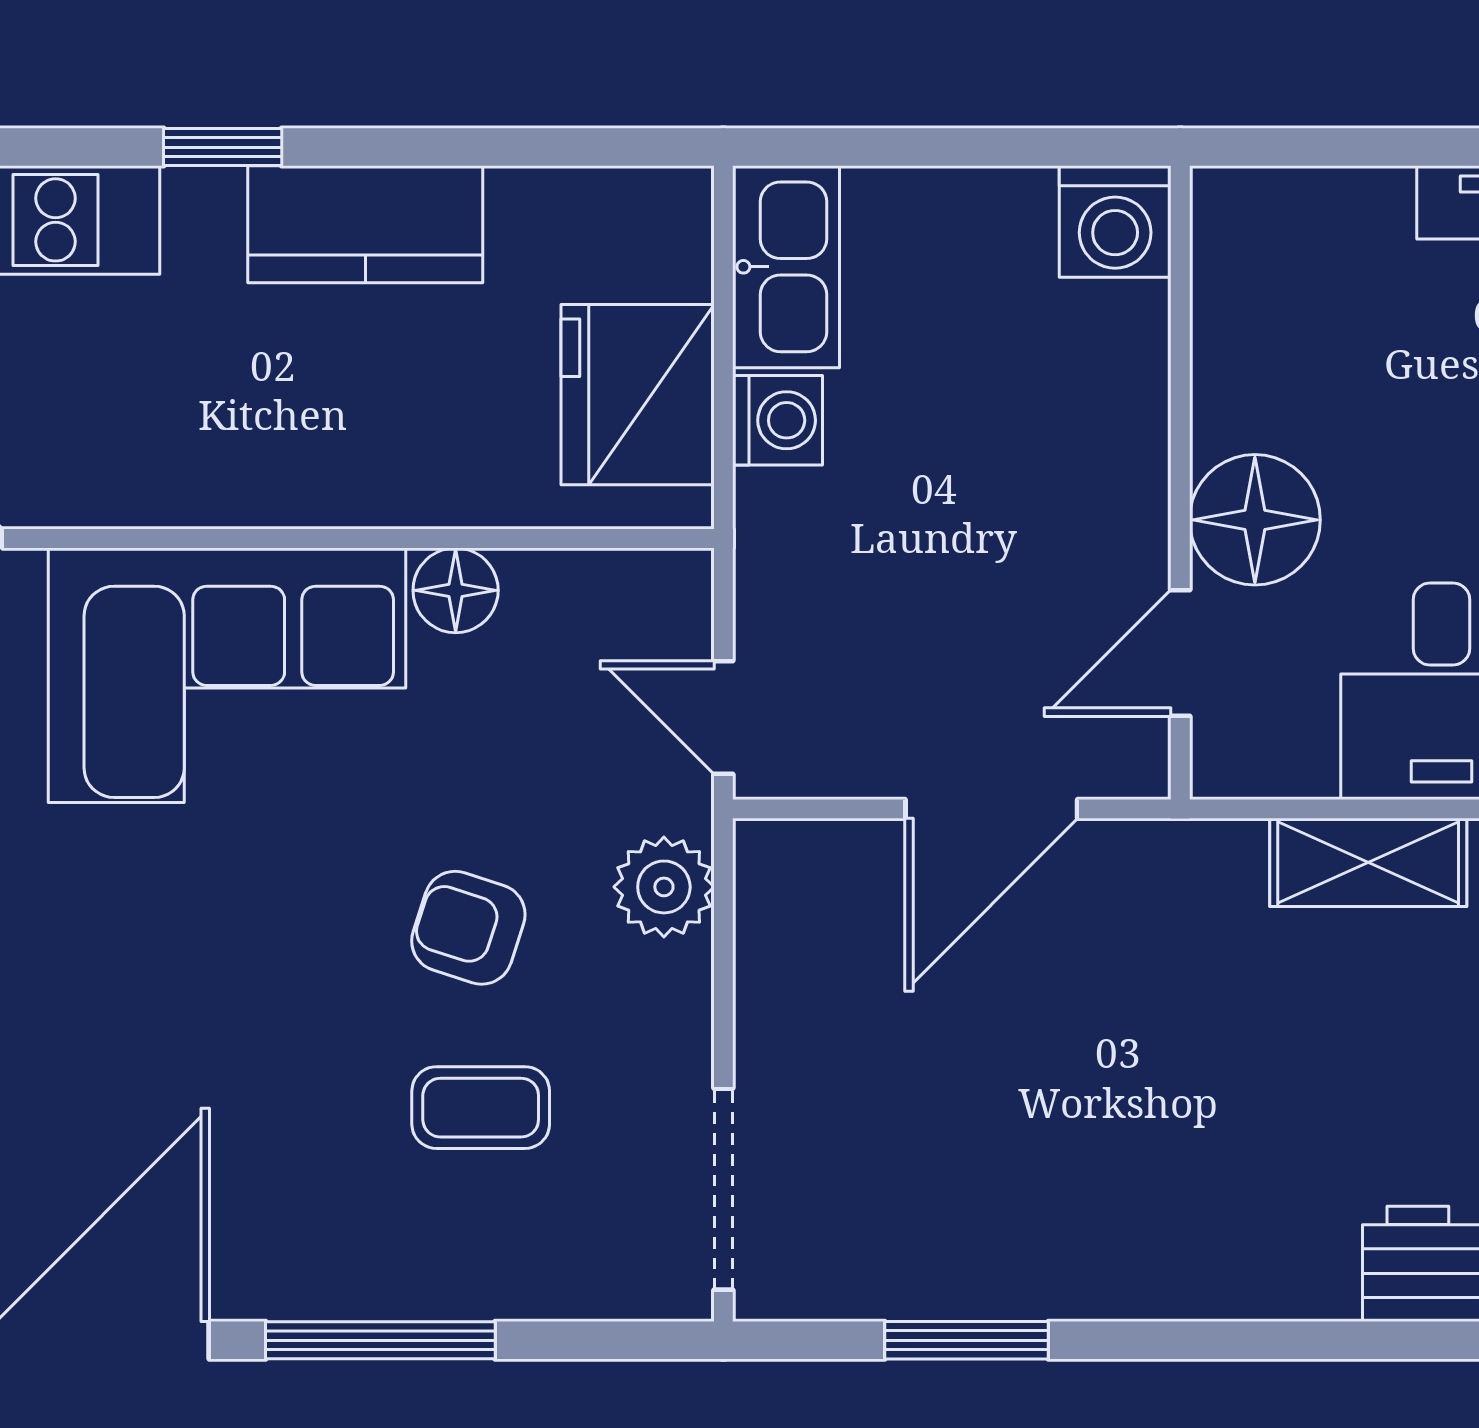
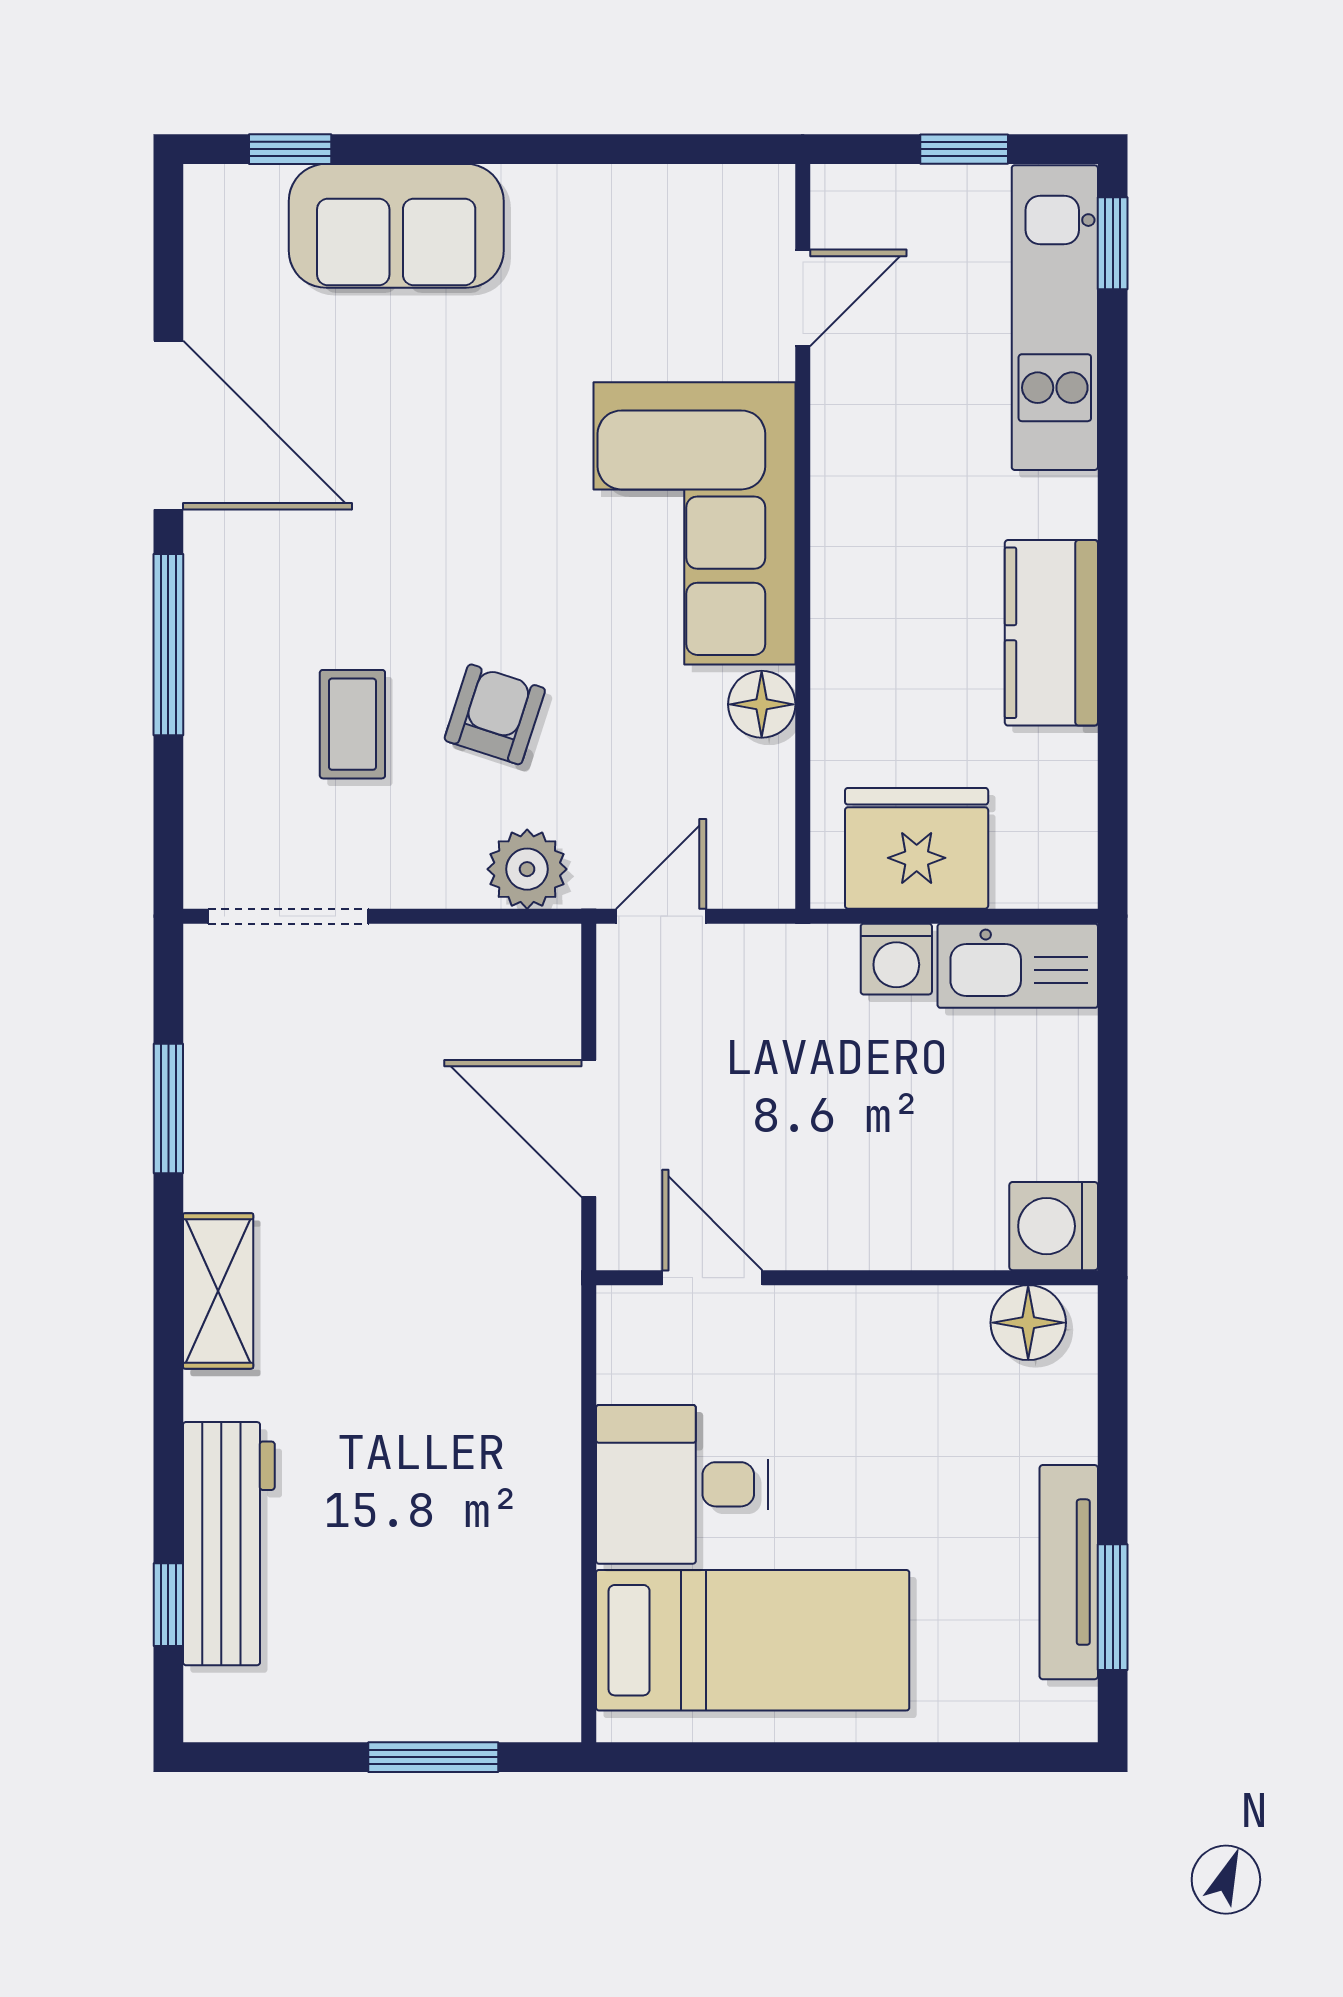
window: (223, 147) -> (1113, 520), removed
floor lamp: (1255, 520) -> (1028, 1323), moved, width x0.73, depth x0.73
shelving: (1368, 862) -> (218, 1291), moved

